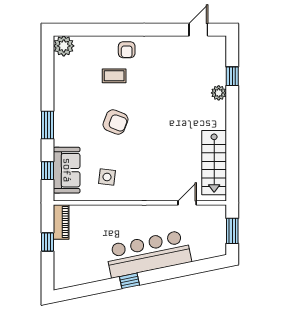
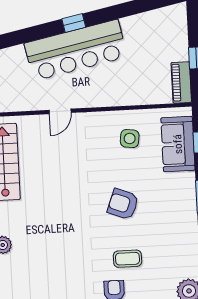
door: (187, 203) -> (60, 111), moved
window: (130, 281) -> (74, 23), moved

